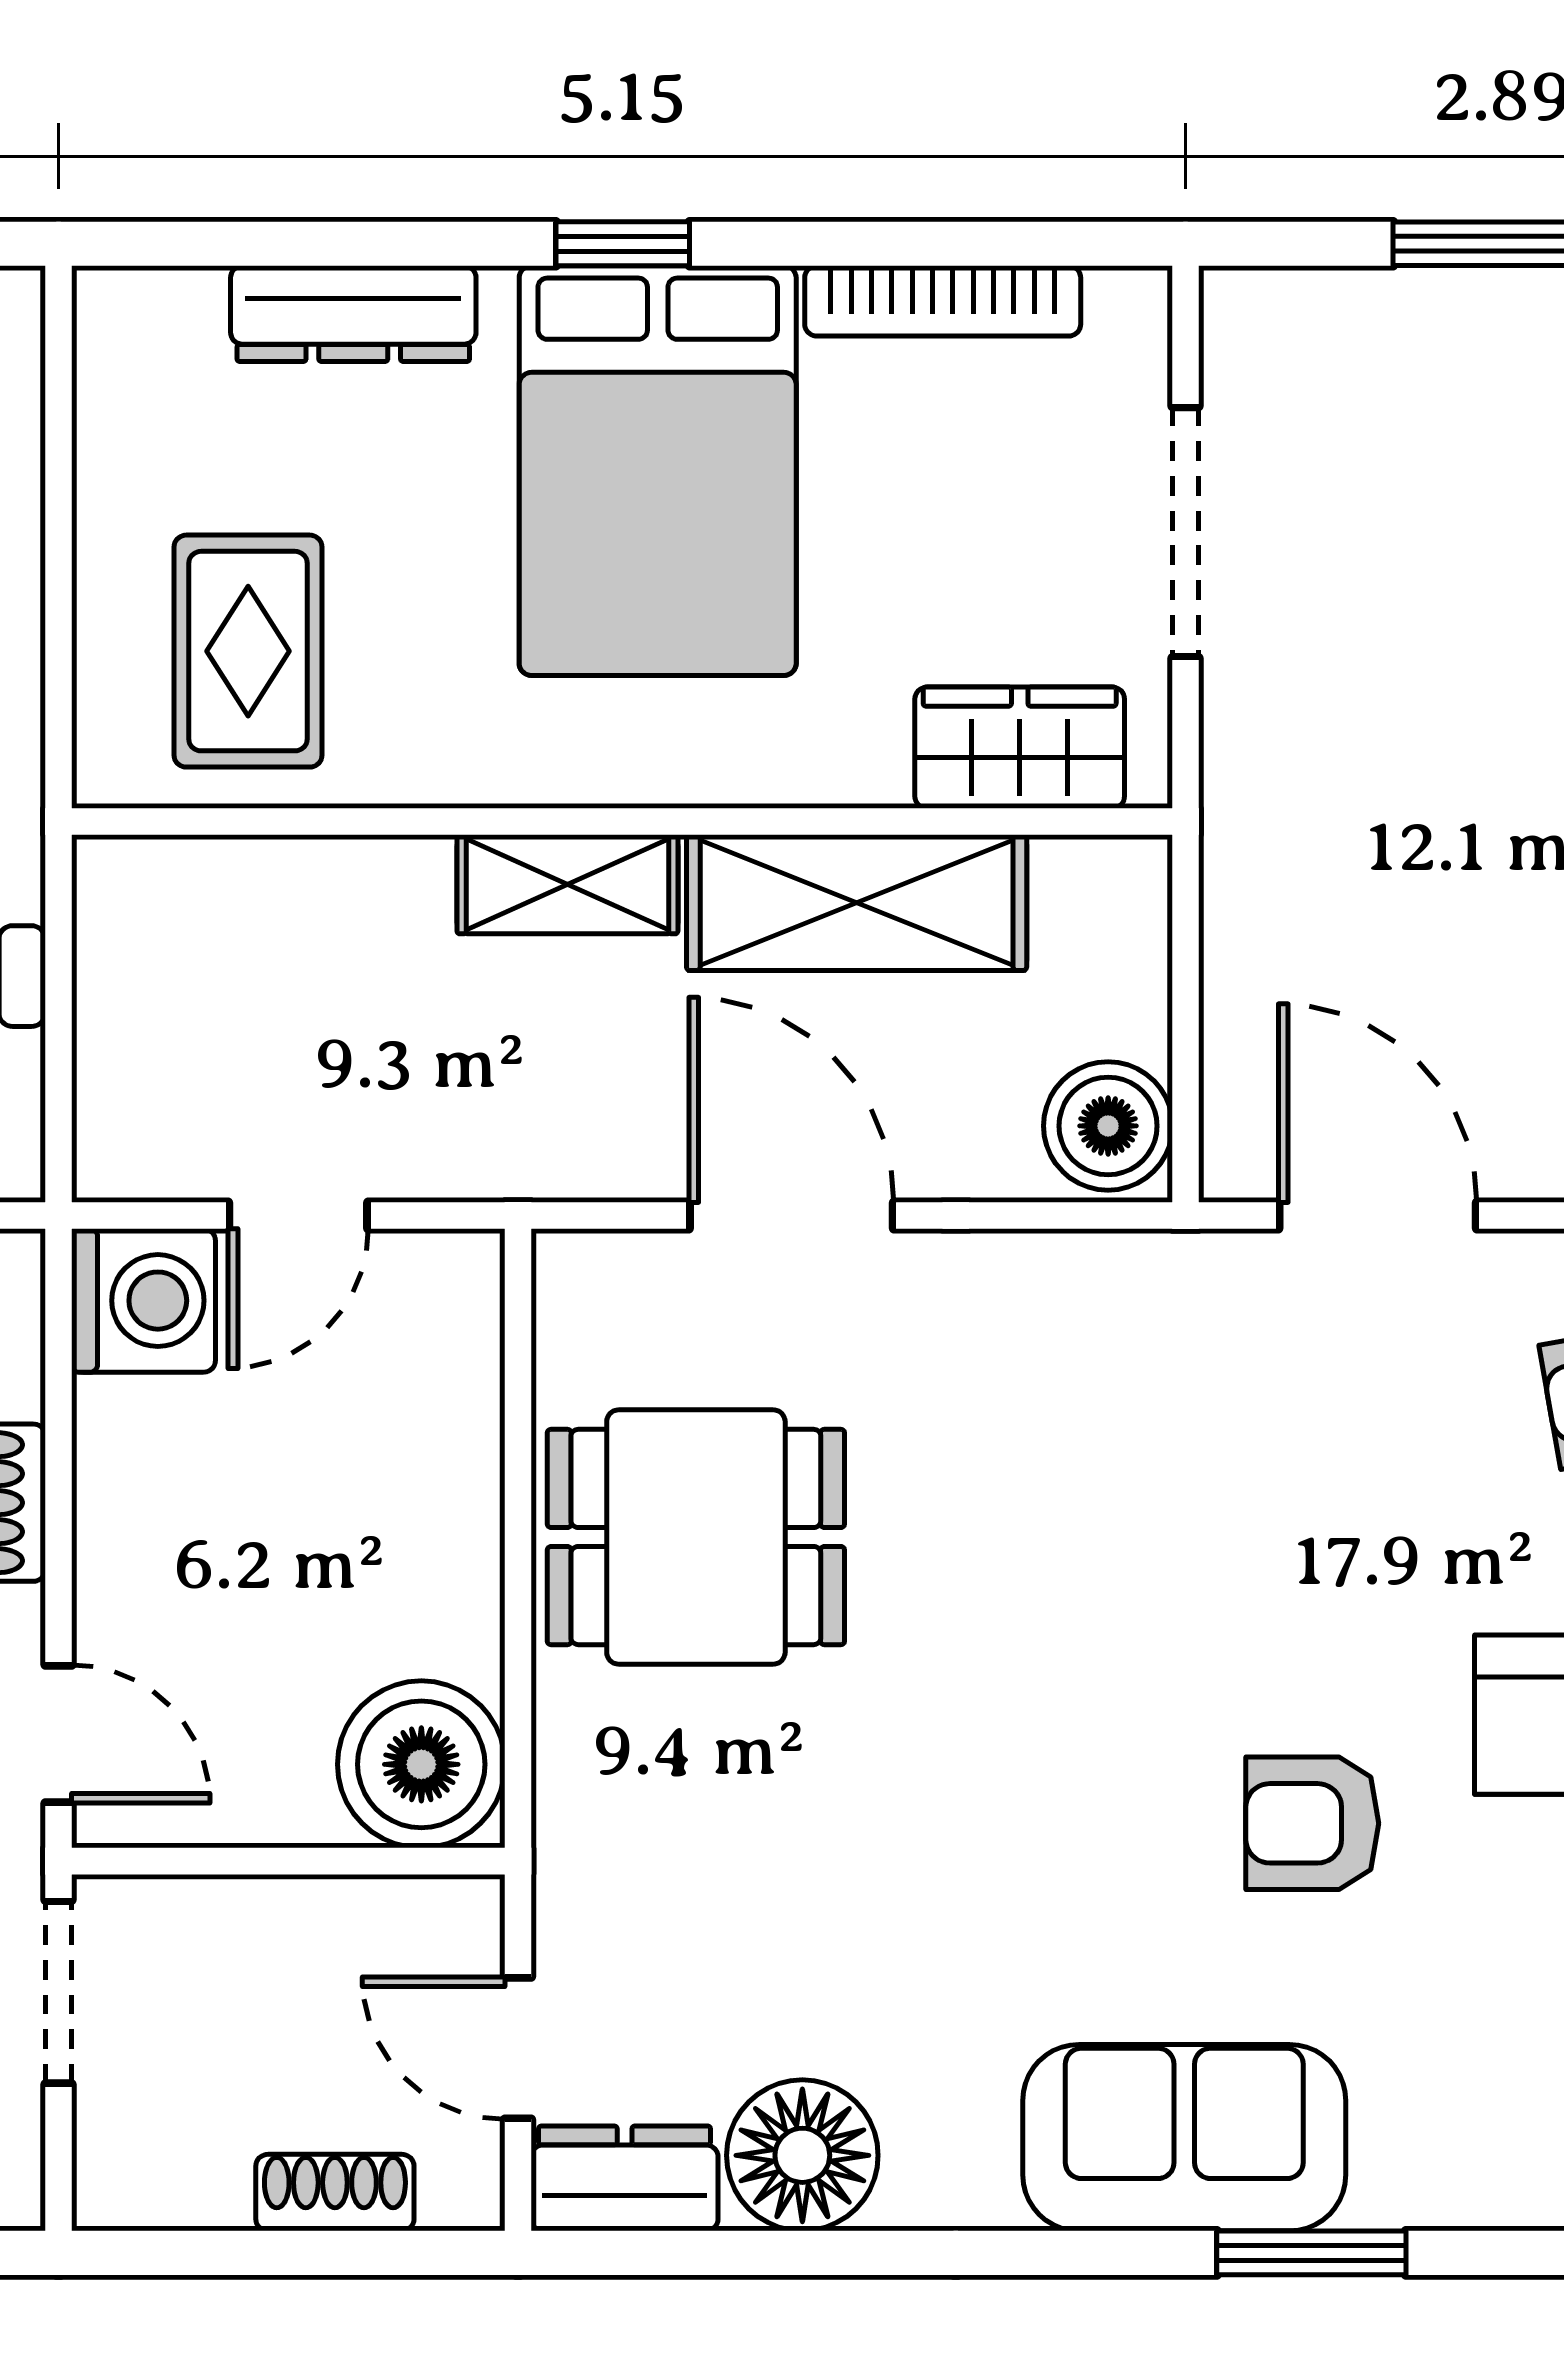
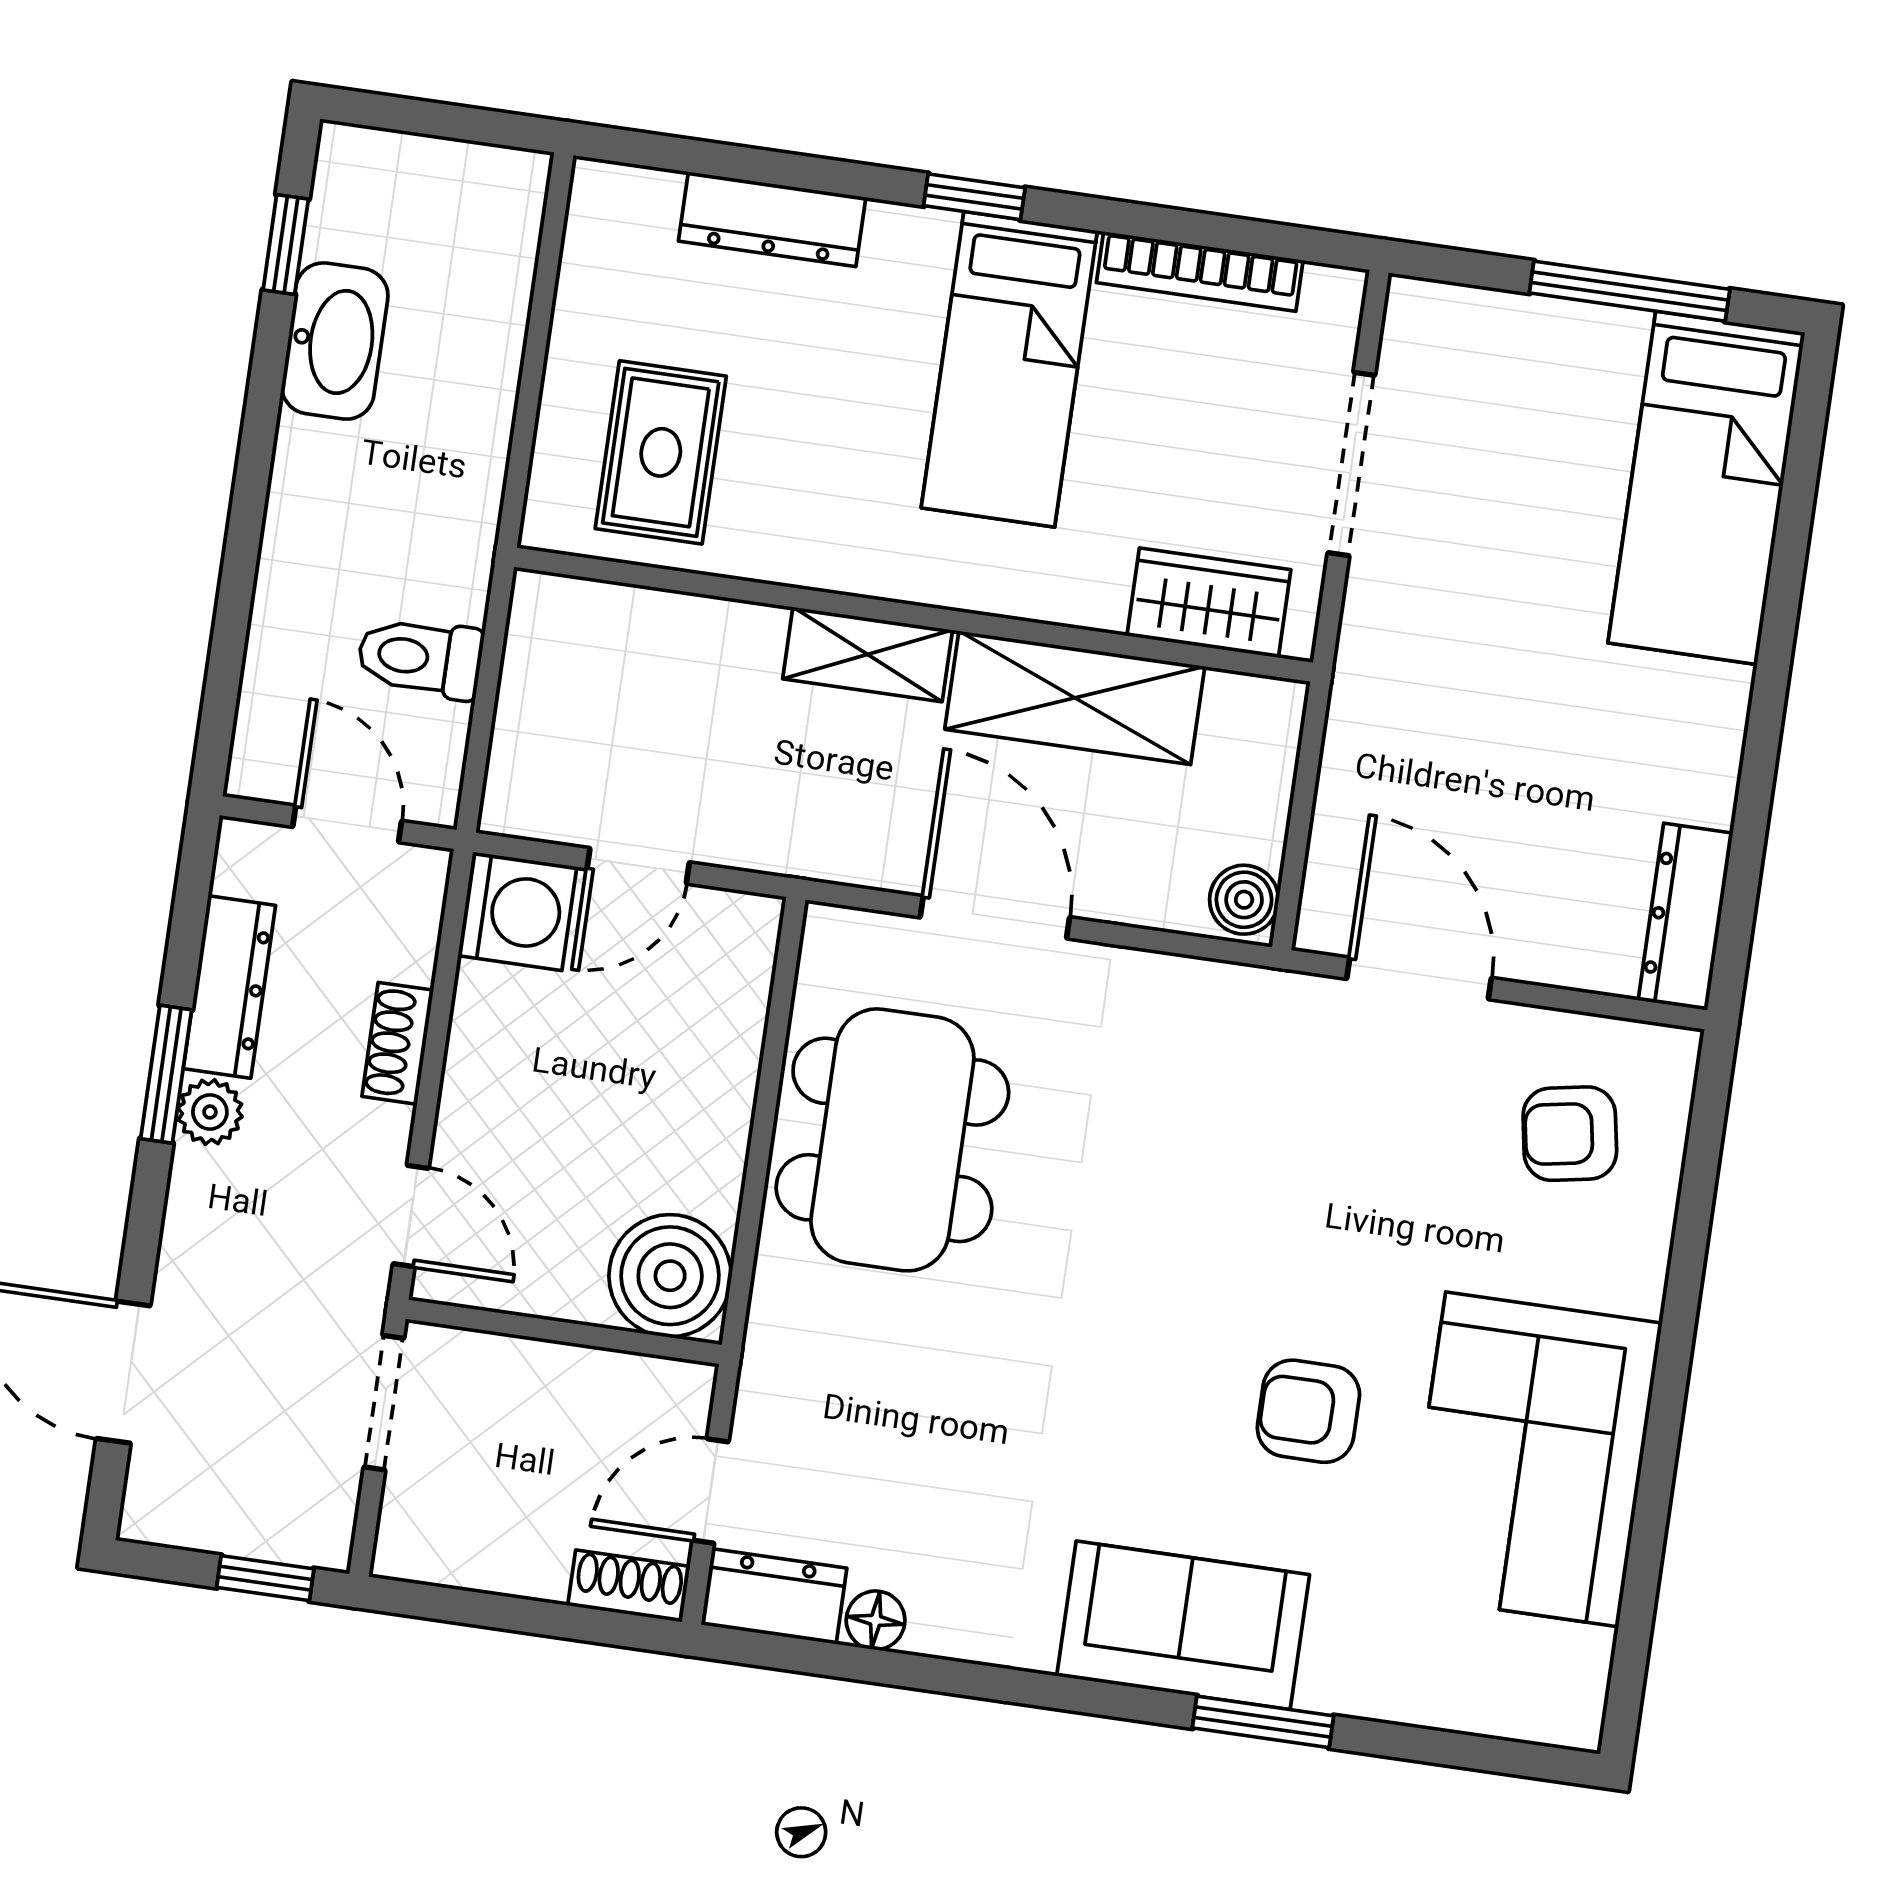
bed: (658, 471) -> (1009, 369), width x0.67
boiler: (1108, 1126) -> (1244, 900), width x0.73, depth x0.73
dining table: (696, 1537) -> (892, 1140), width x1.37
door: (518, 2048) -> (710, 1491), hinge flipped
floor lamp: (802, 2155) -> (876, 1620), width x0.53, depth x0.53
shoe rack: (335, 2193) -> (629, 1586), moved

